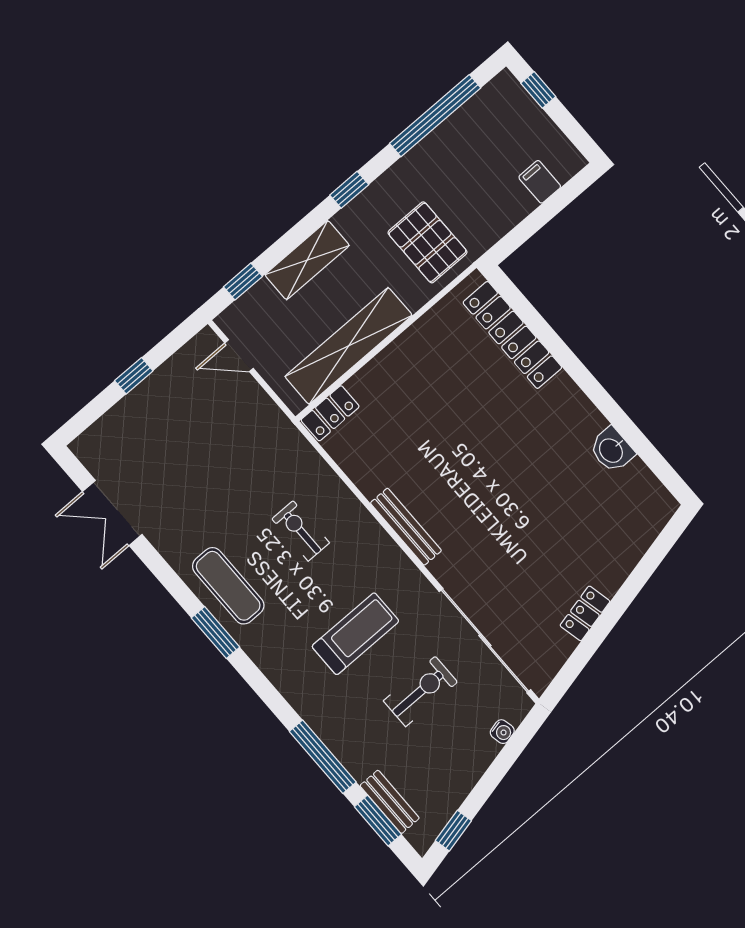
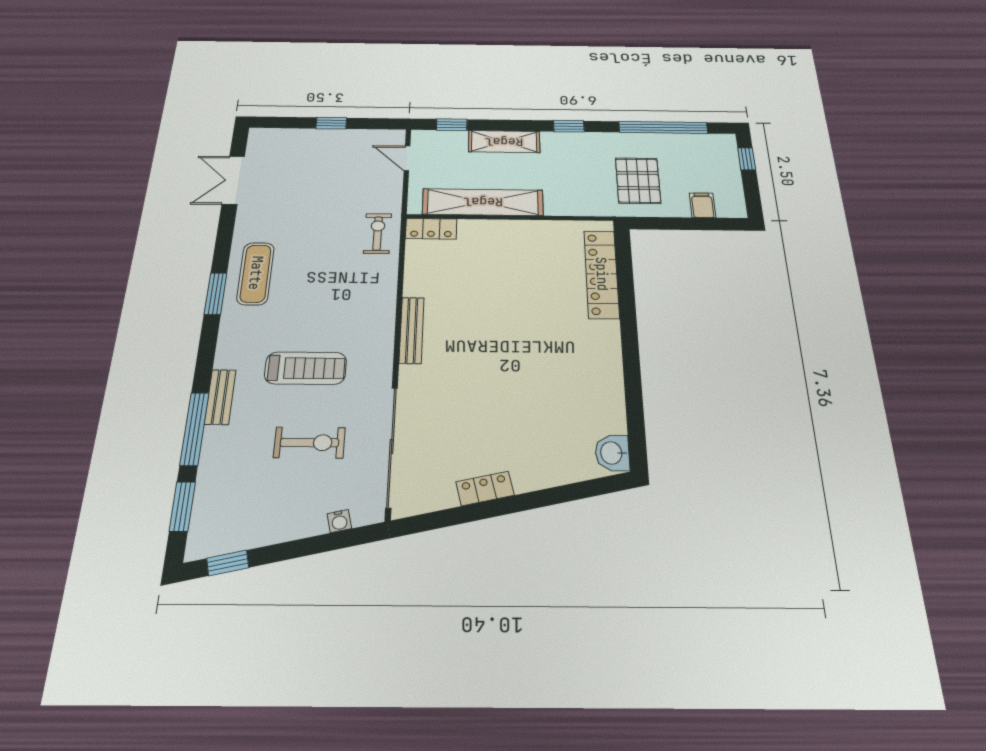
pallet: (428, 242) -> (638, 181), moved
washbasin: (612, 450) -> (612, 453), moved
exercise bike: (301, 531) -> (378, 233), moved
bench: (390, 802) -> (220, 397), moved

